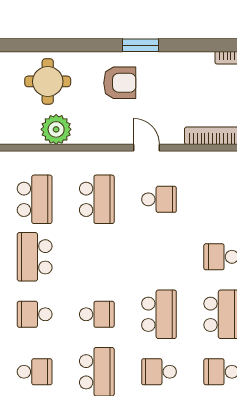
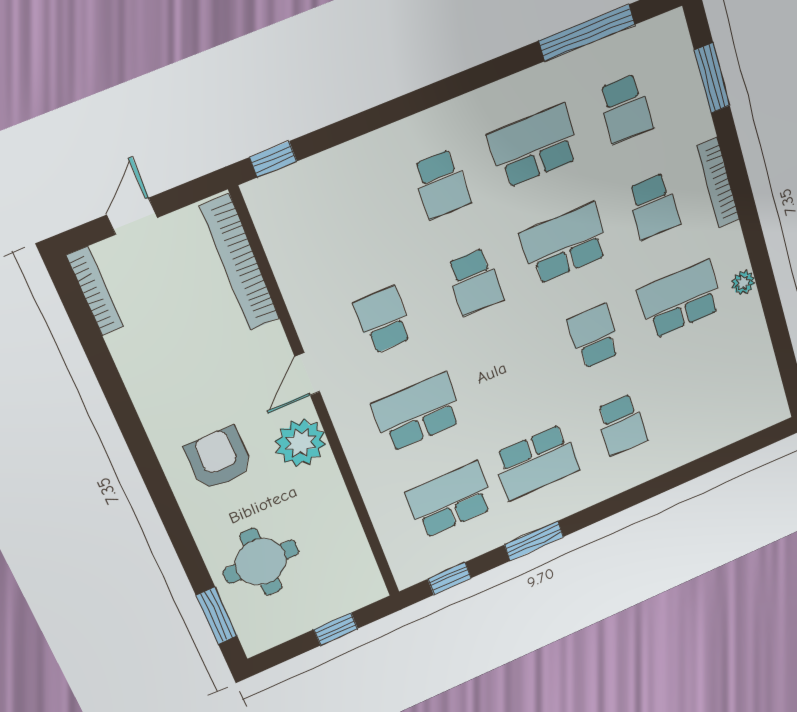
window: (141, 45) -> (217, 616), moved
plant: (56, 129) -> (301, 443), moved
school desk: (35, 372) -> (475, 282), moved, turned 180

